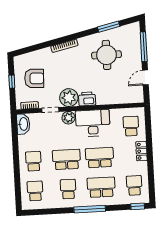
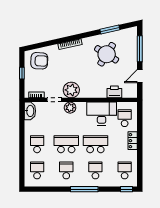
round table: (107, 55) -> (107, 54), turned 32
armchair: (34, 78) -> (39, 61), moved
printer: (87, 99) -> (114, 92), moved
desk: (93, 123) -> (102, 114), moved
school desk: (101, 187) -> (95, 170), width x0.54

